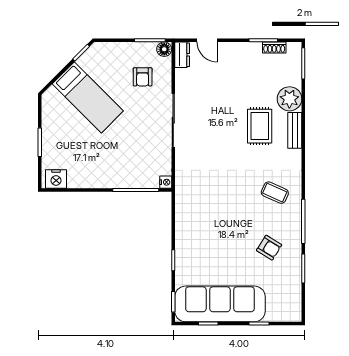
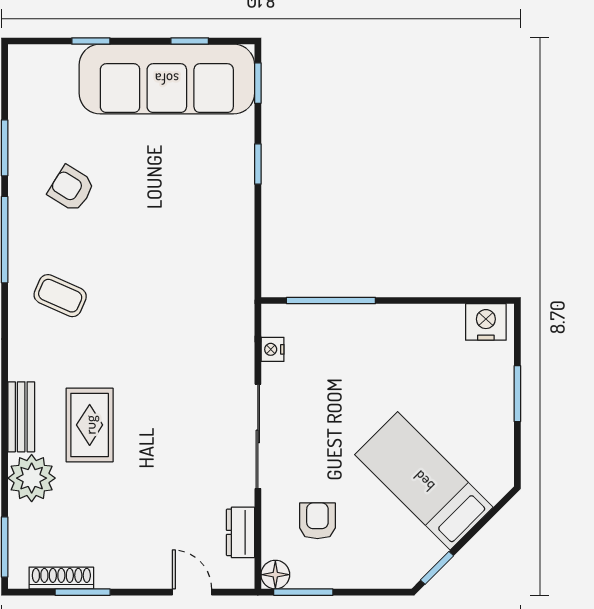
shoe rack: (274, 47) -> (61, 578), width x1.43
dresser: (182, 55) -> (240, 532), moved
nightstand: (166, 182) -> (272, 349), moved

